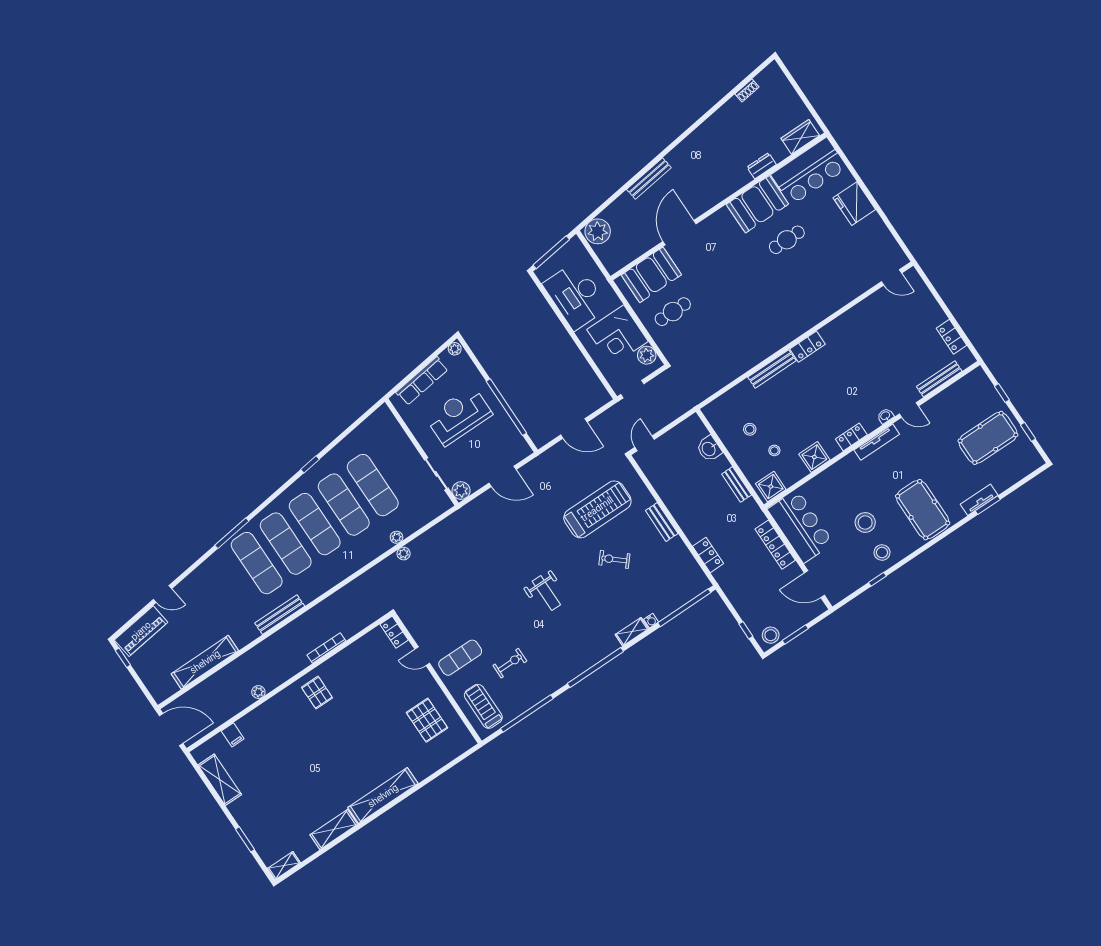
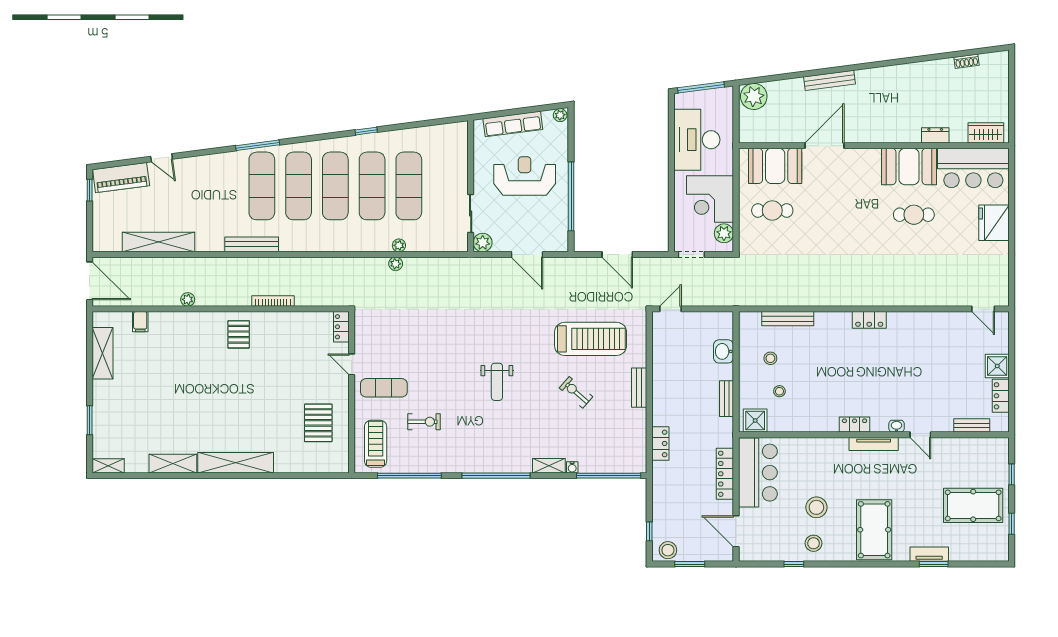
bench: (772, 369) -> (788, 319), moved
bench: (939, 379) -> (972, 425), width x0.73
shower: (814, 457) -> (997, 366), moved

